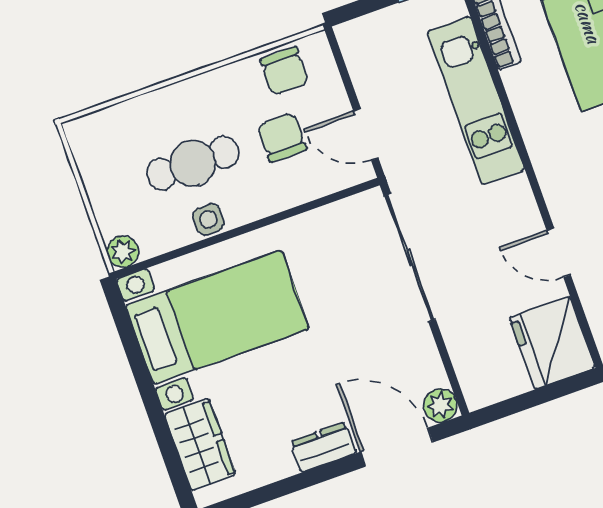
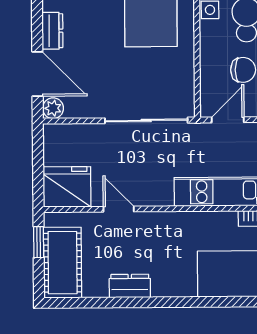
door: (559, 253) -> (119, 209), hinge flipped
door: (397, 447) -> (37, 74), hinge flipped

